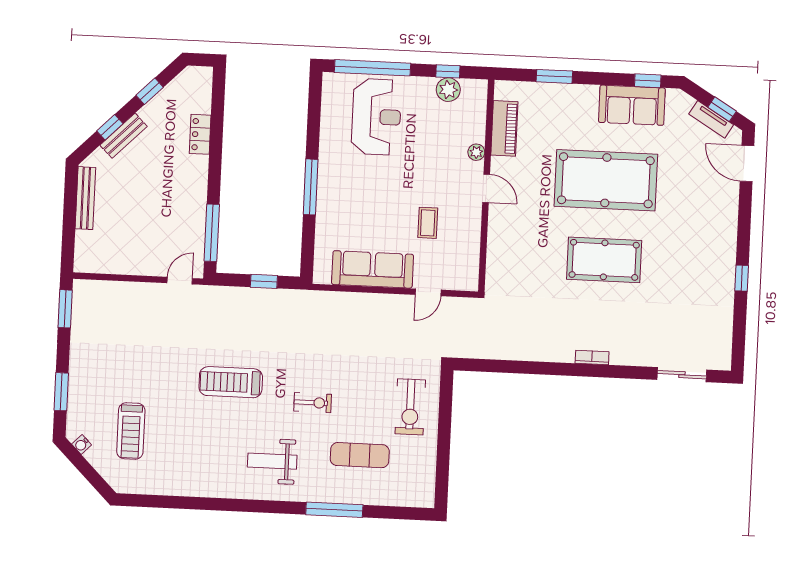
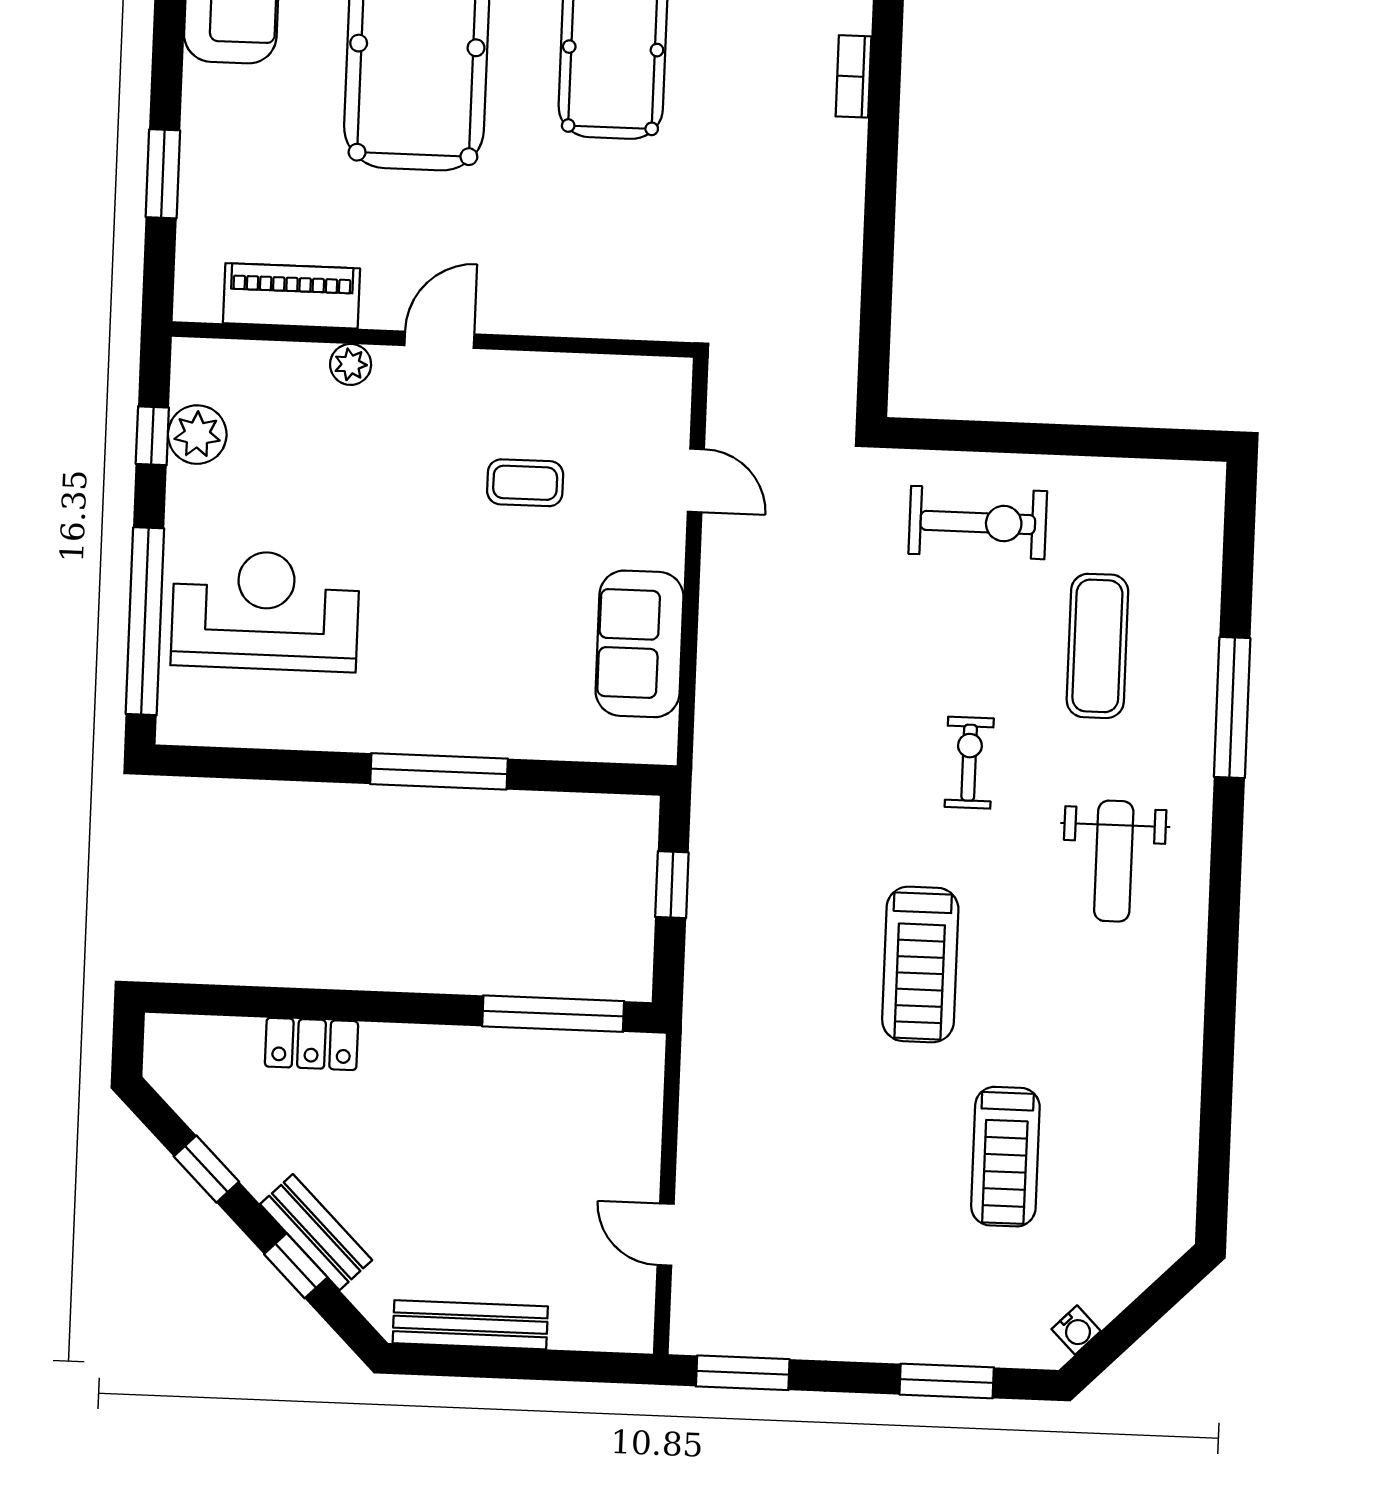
sofa: (373, 269) -> (640, 644), width x0.73
door: (180, 281) -> (666, 1234), moved
treadmill: (131, 431) -> (1005, 1157), moved, turned 90

